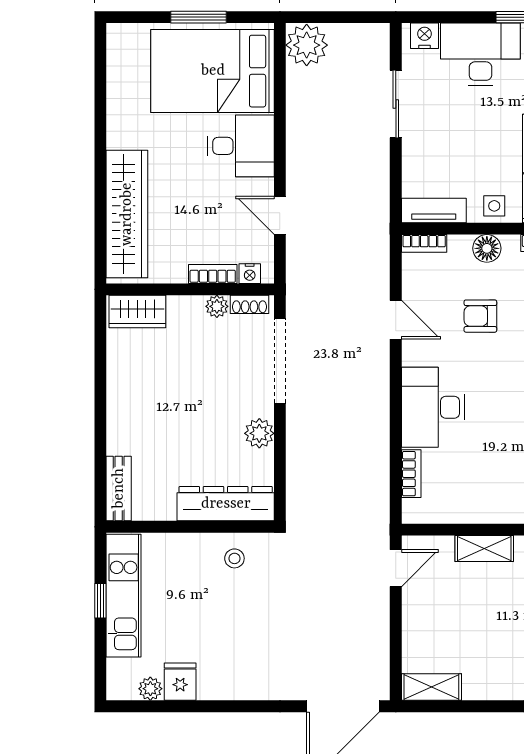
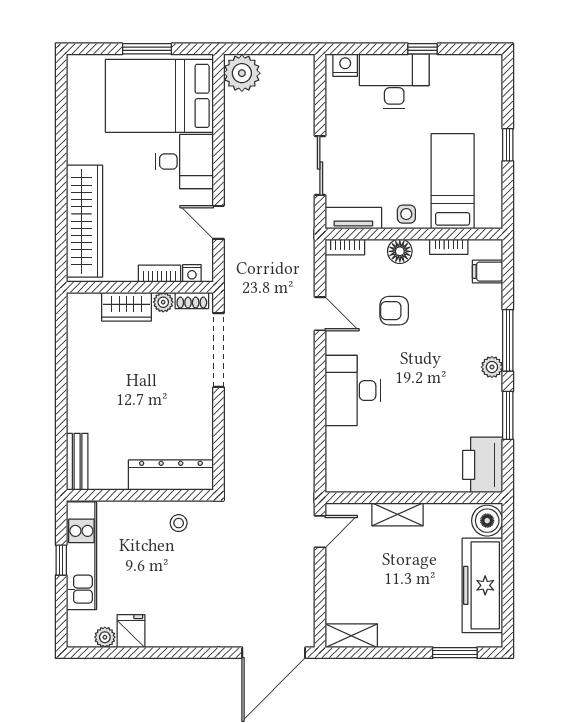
sliding door: (396, 104) -> (320, 165), moved
wardrobe: (137, 312) -> (127, 307), moved
plant: (259, 433) -> (200, 413), removed
bookcase: (411, 474) -> (333, 449), removed

